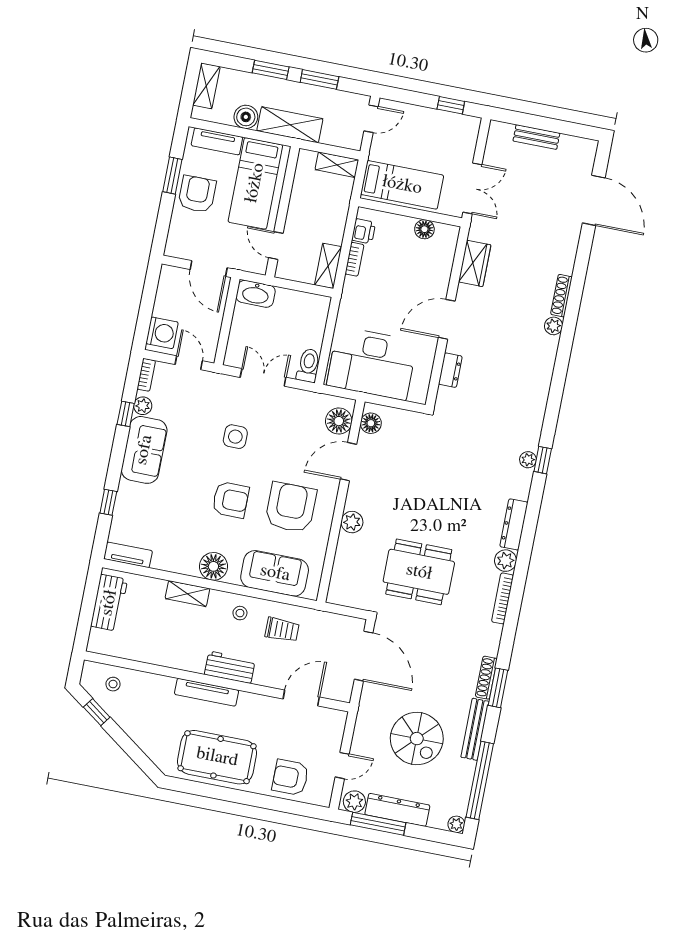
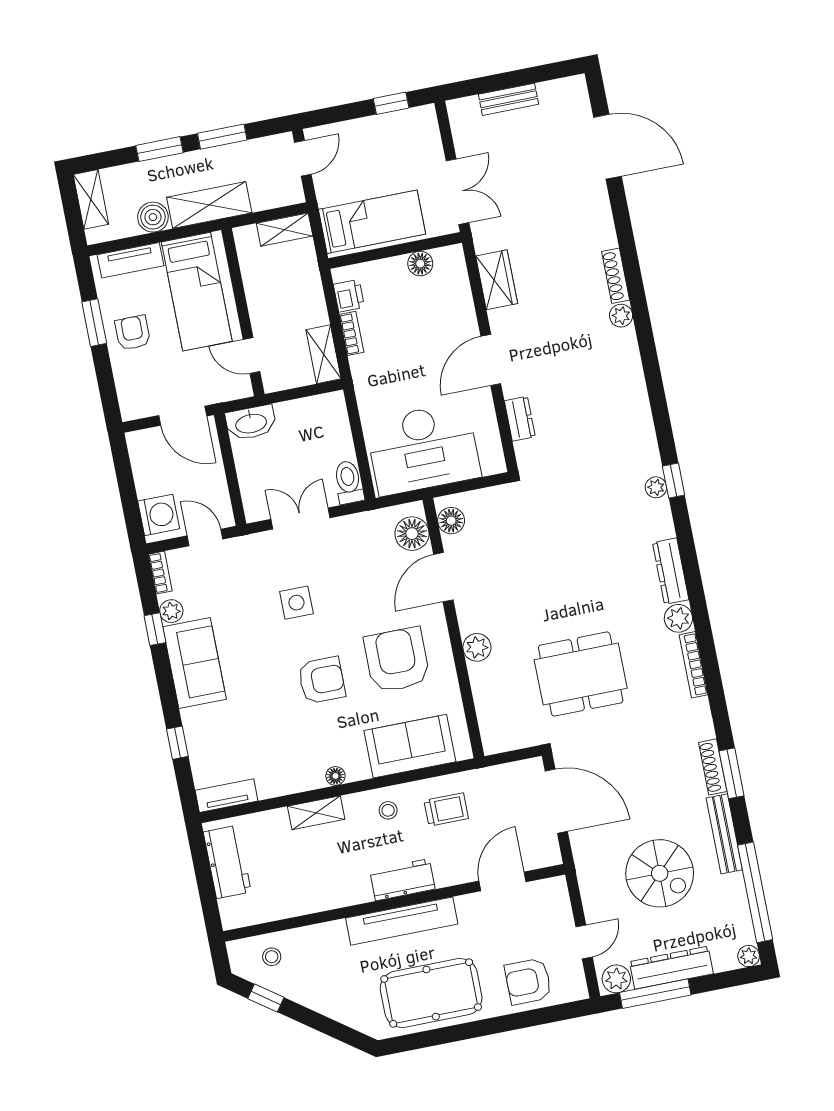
armchair: (197, 194) -> (133, 333), width x0.72, depth x0.72
floor lamp: (213, 566) -> (335, 776), width x0.53, depth x0.53
tv unit: (207, 692) -> (402, 921), width x1.36, depth x1.29

